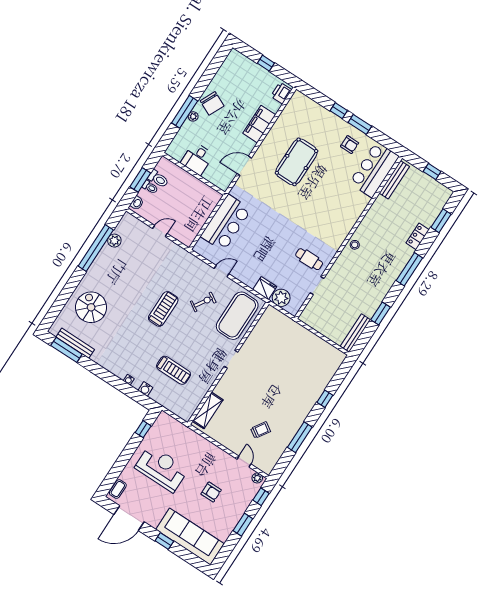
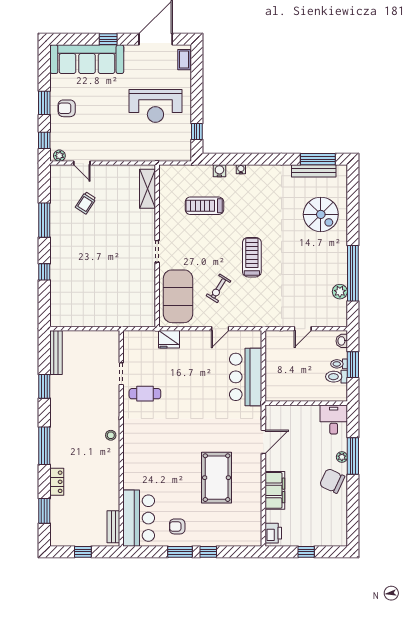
desk: (197, 159) -> (334, 420), moved
bench: (394, 180) -> (113, 527), width x0.73
plant: (281, 298) -> (148, 340), removed
treadmill: (163, 309) -> (252, 257), turned 180
armchair: (211, 492) -> (67, 108), moved

